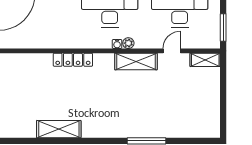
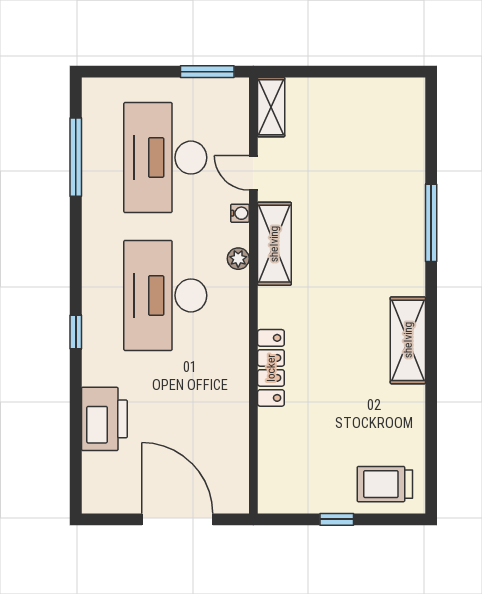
water cooler: (117, 44) -> (240, 213), moved
trolley: (14, 117) -> (385, 484), added
shelving: (59, 129) -> (408, 340), moved

